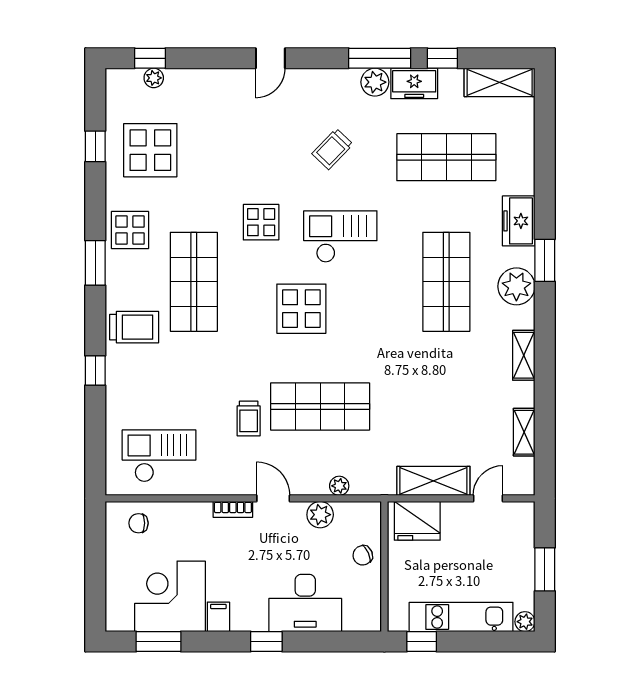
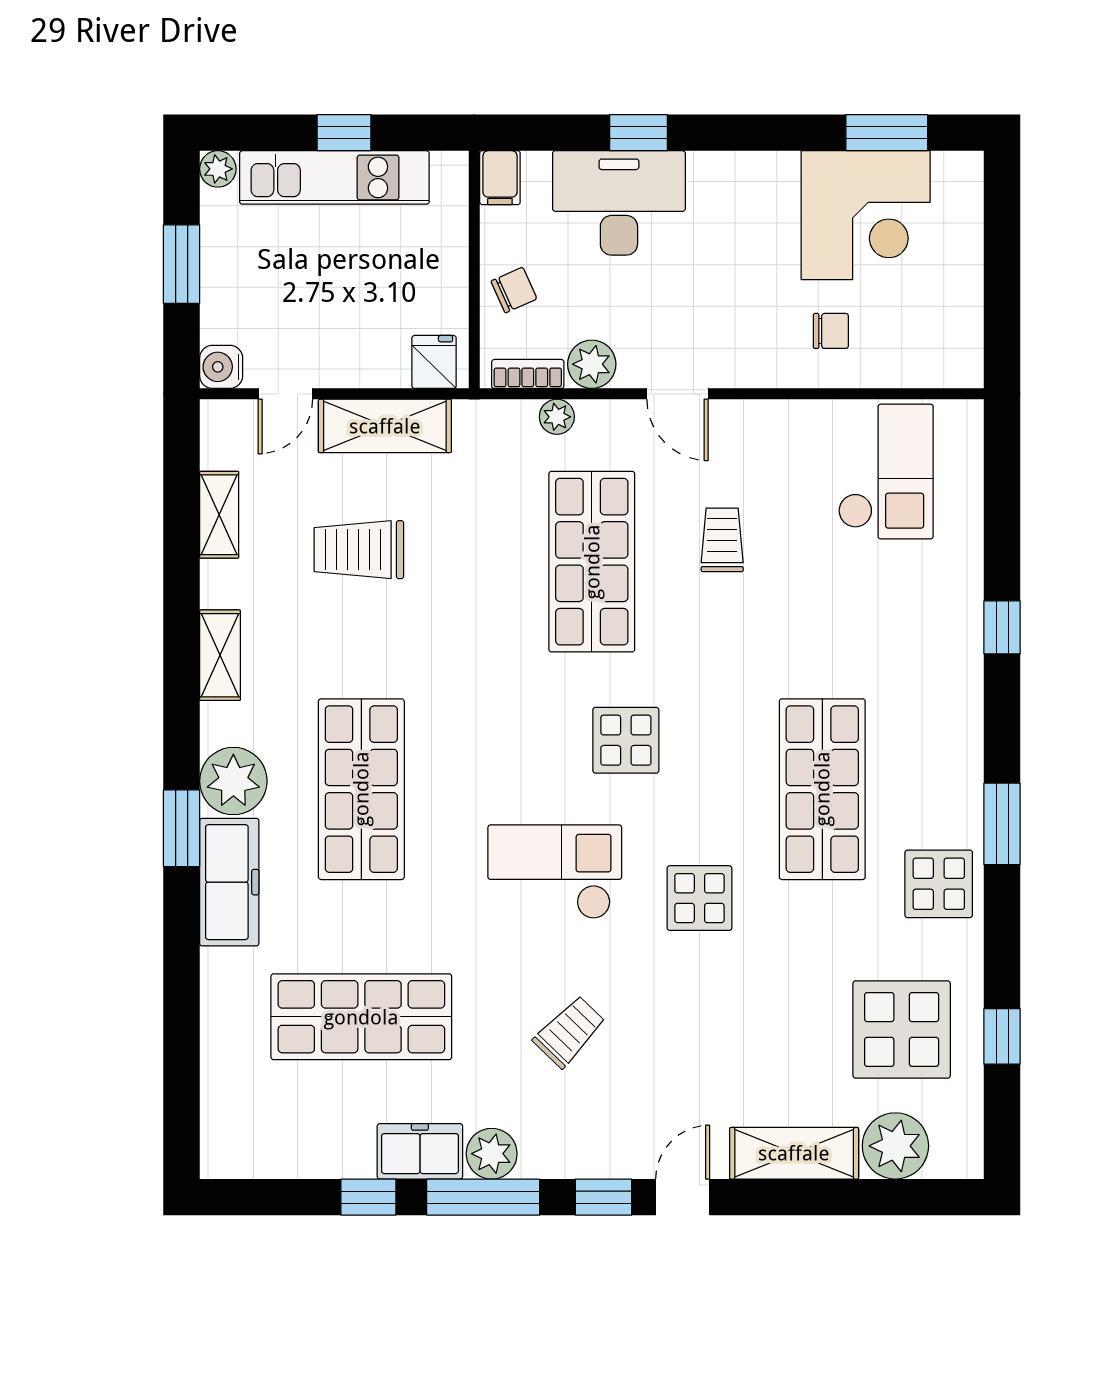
window: (150, 58) -> (603, 1197), moved
plant: (154, 78) -> (895, 1146), width x1.88, depth x1.88
shelving: (500, 82) -> (794, 1153), moved
freezer: (519, 221) -> (229, 882), width x1.40
checkout: (340, 237) -> (555, 872), turned 180
display table: (301, 309) -> (626, 740), width x0.73, depth x0.73
trolley: (134, 327) -> (359, 550), moved
shop shelf: (320, 407) -> (592, 562), turned 90
checkout: (159, 456) -> (886, 472), turned -90
bookcase: (233, 509) -> (528, 374), moved
water cooler: (523, 513) -> (221, 367), added
fridge: (417, 521) -> (434, 362), width x0.53, depth x0.75
chair: (139, 523) -> (831, 331), moved
filing cabinet: (218, 617) -> (500, 178), moved
window: (266, 642) -> (638, 133), moved
window: (422, 642) -> (344, 133), moved

